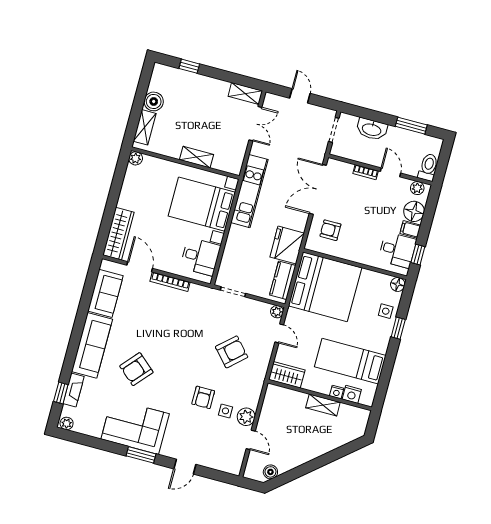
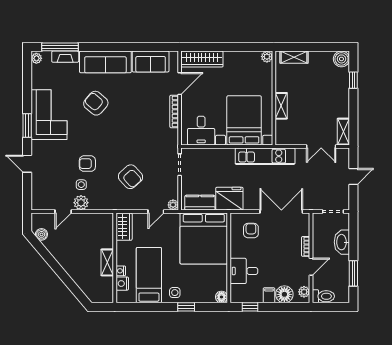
boiler: (154, 101) -> (341, 59), moved
desk: (397, 250) -> (244, 271), moved, turned 90
side table: (386, 311) -> (175, 293), moved
window: (61, 393) -> (60, 47), width x2.17

